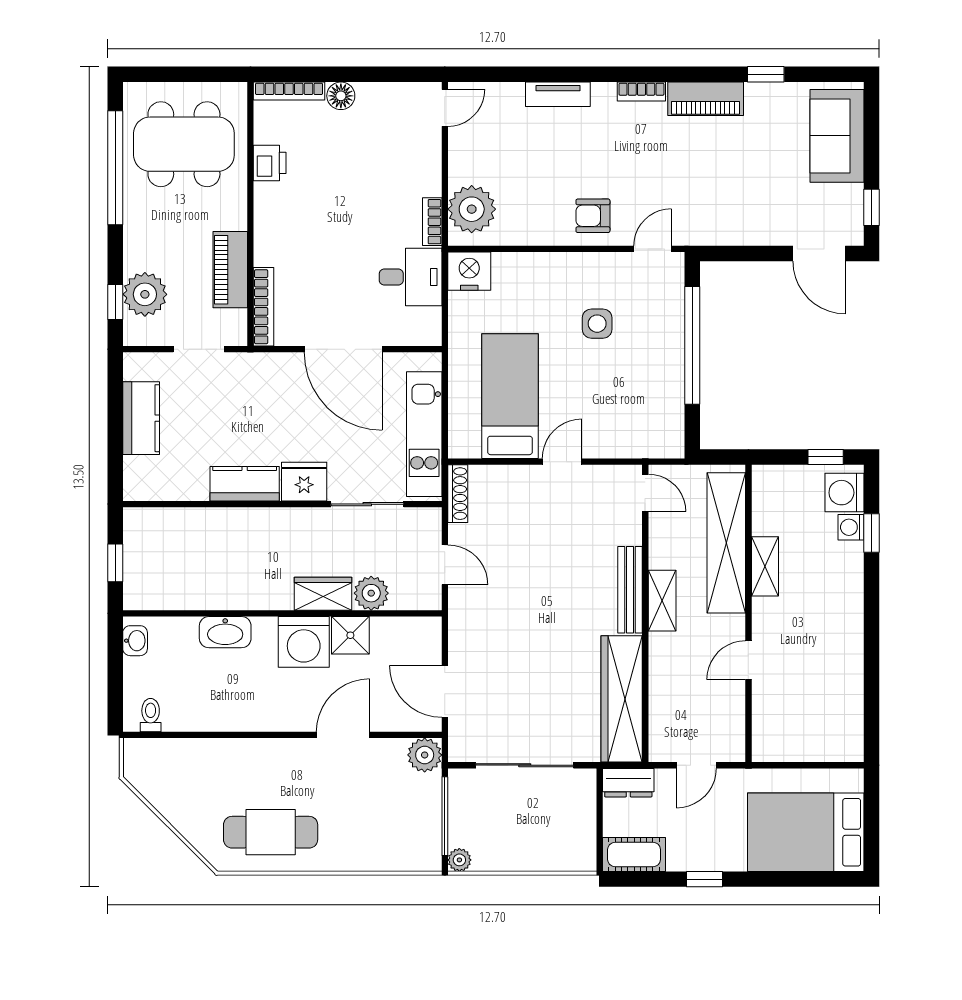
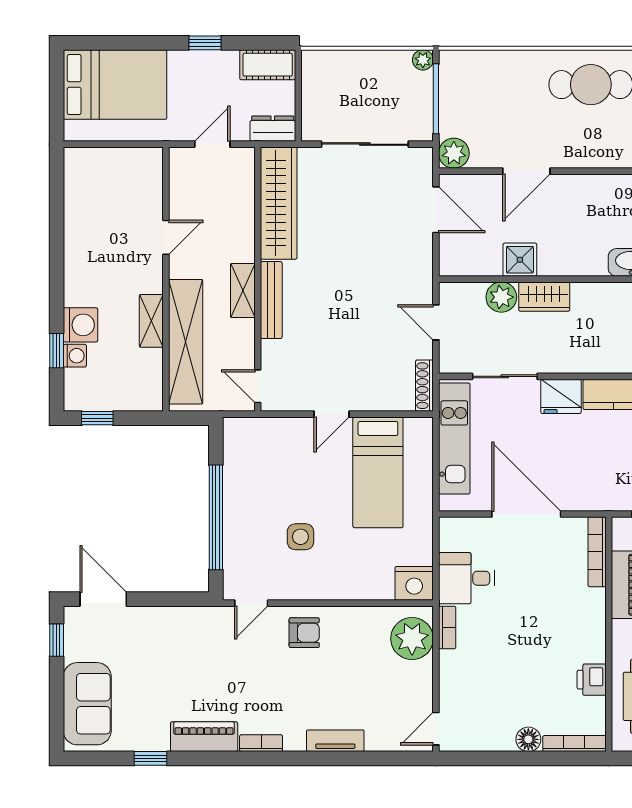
washing machine: (845, 493) -> (80, 325), moved
washing machine: (304, 642) -> (561, 254), removed

